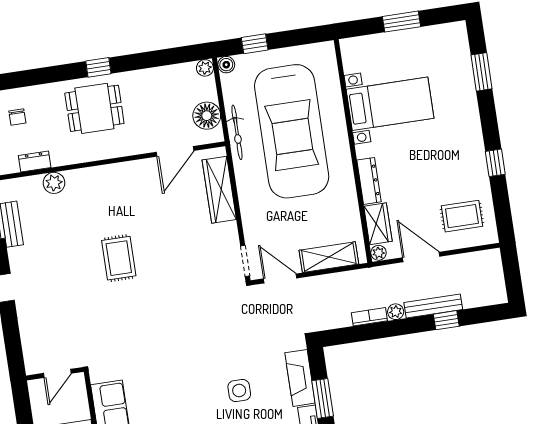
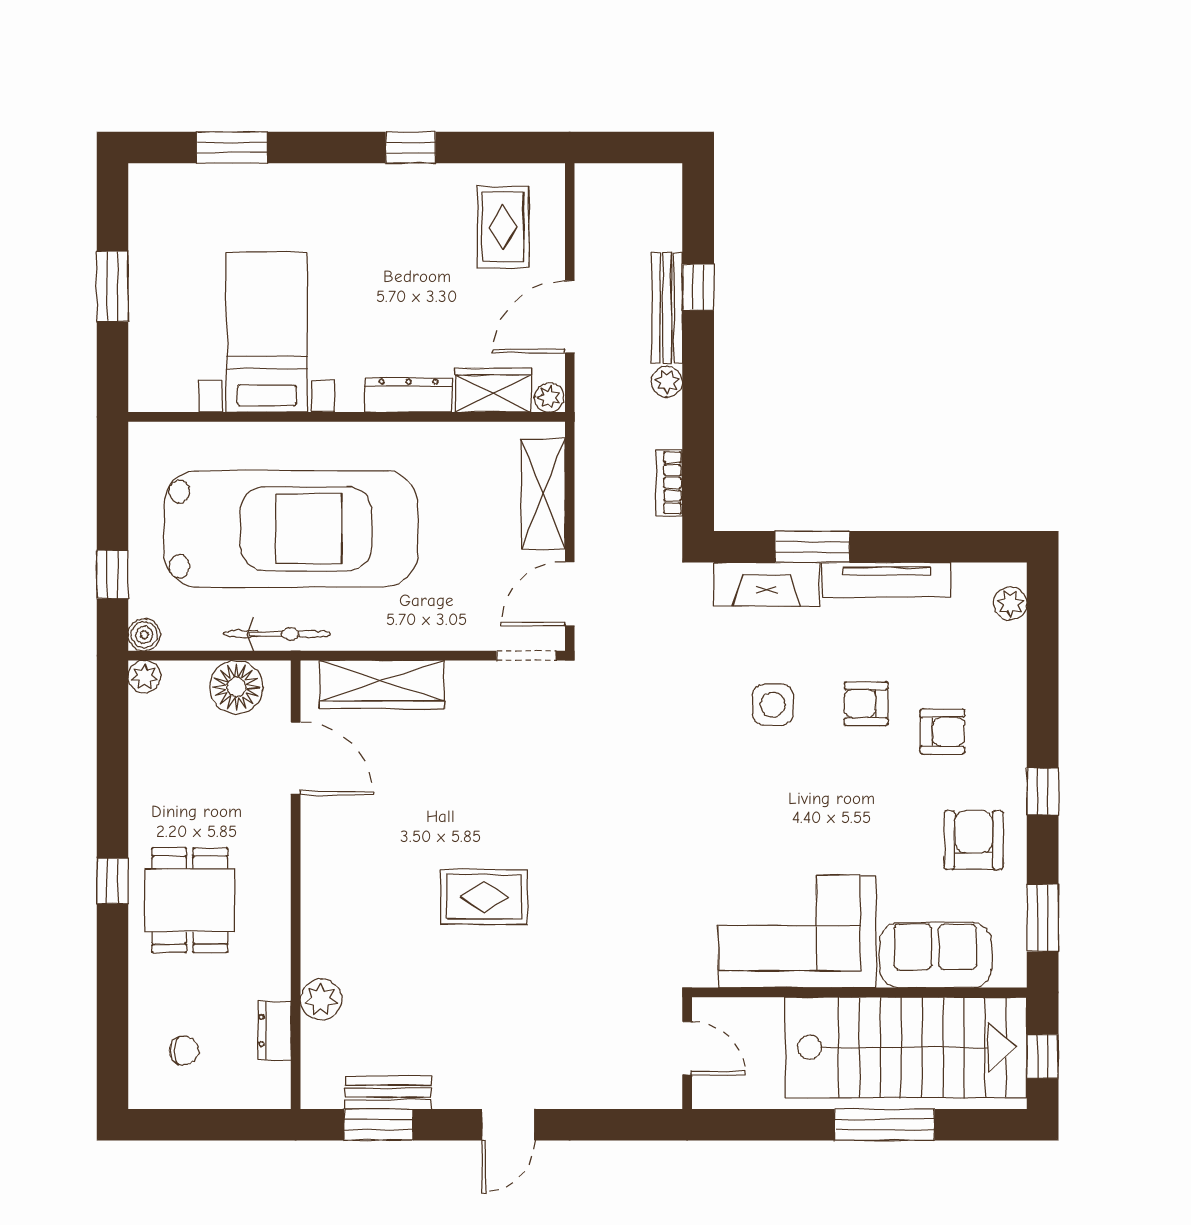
bookcase: (369, 317) -> (669, 483), moved

